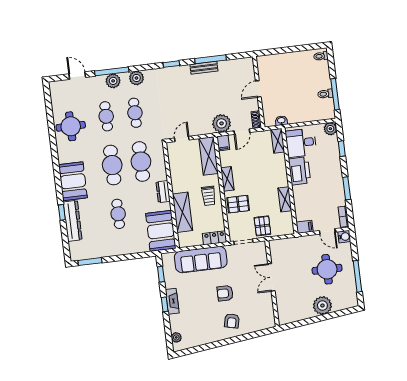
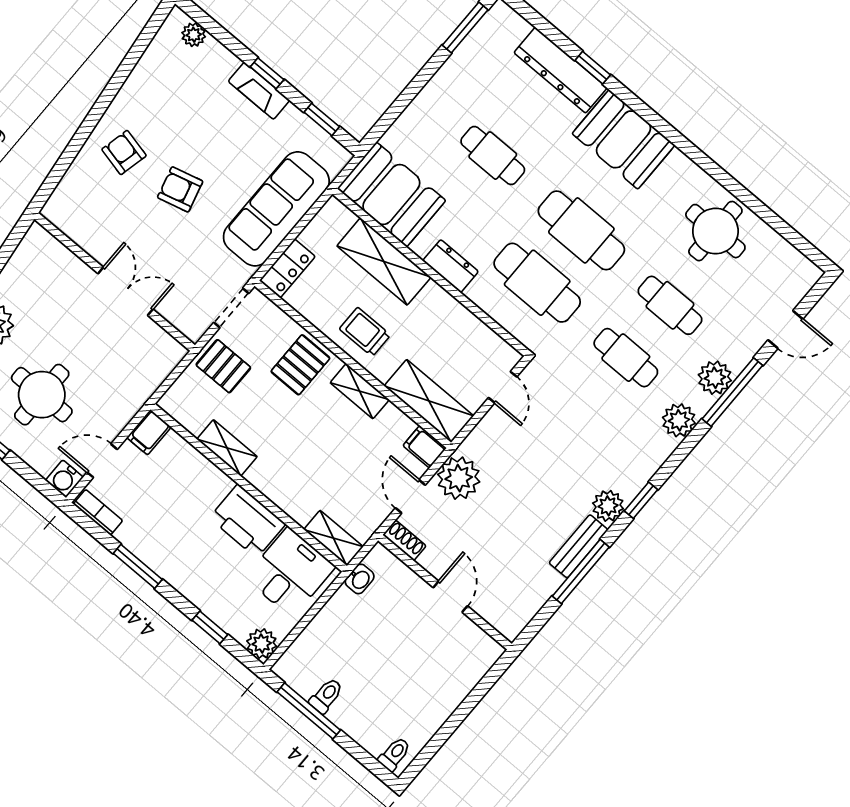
plant: (183, 72) -> (608, 506), added
armchair: (225, 293) -> (180, 189), turned -105

